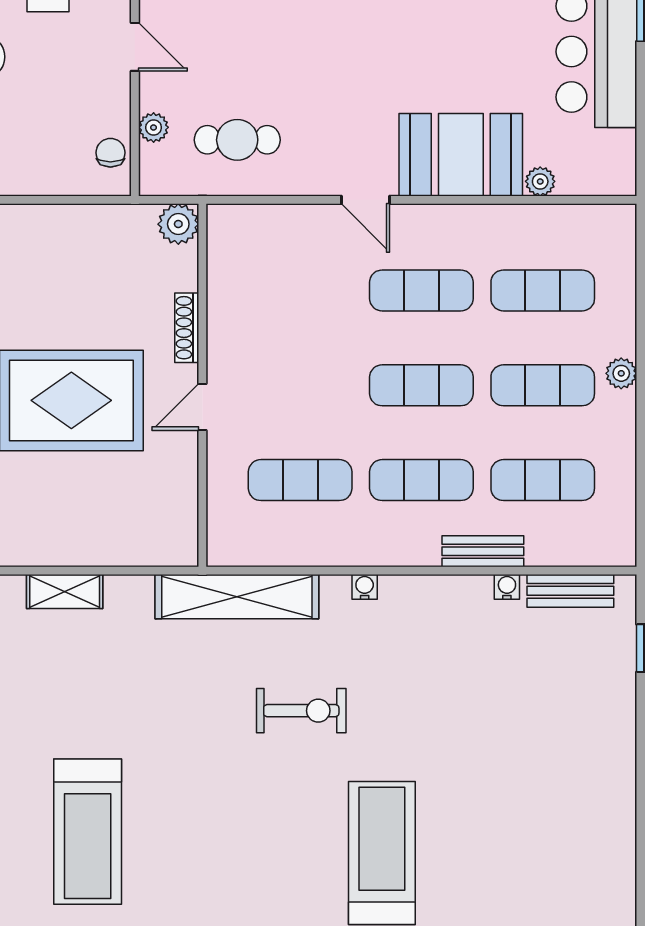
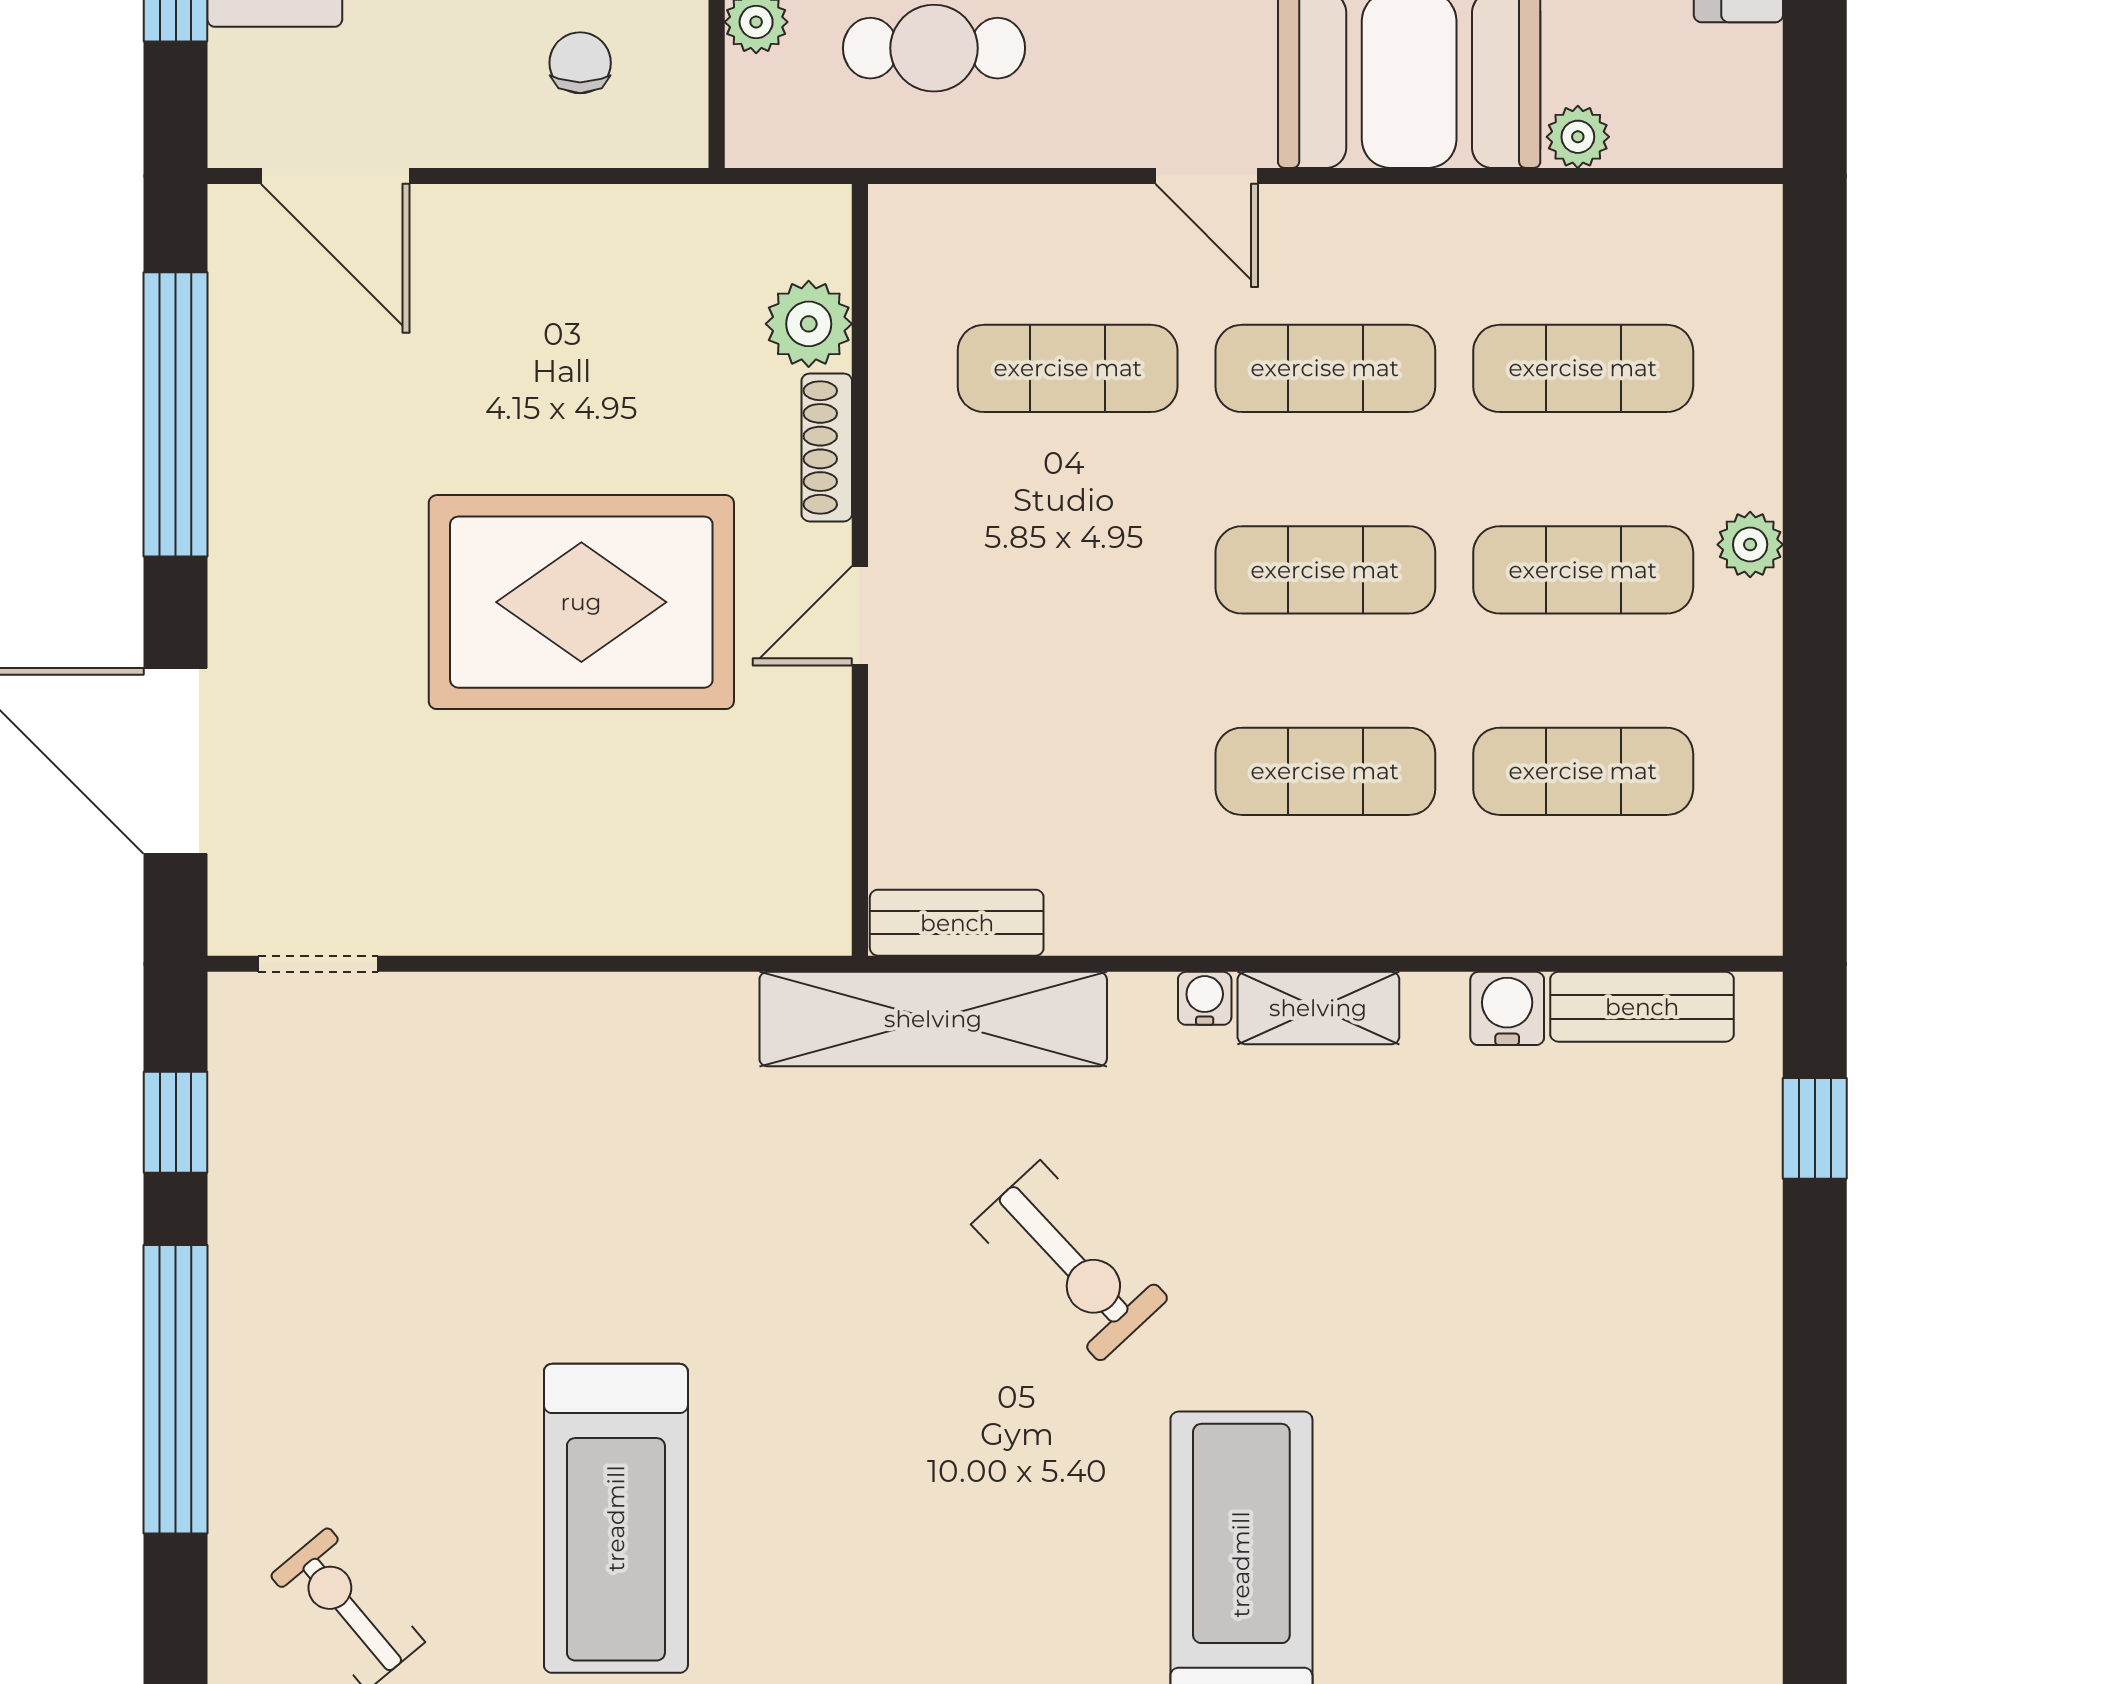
chair: (110, 153) -> (580, 63), moved
plant: (178, 224) -> (809, 324), moved
exercise mat: (300, 480) -> (1068, 368), moved
bench: (483, 551) -> (957, 923), moved
water cooler: (507, 587) -> (1507, 1008), width x1.38, depth x1.38
shelving: (65, 591) -> (1318, 1008), moved
exercise bike: (301, 711) -> (1070, 1261), turned 47

